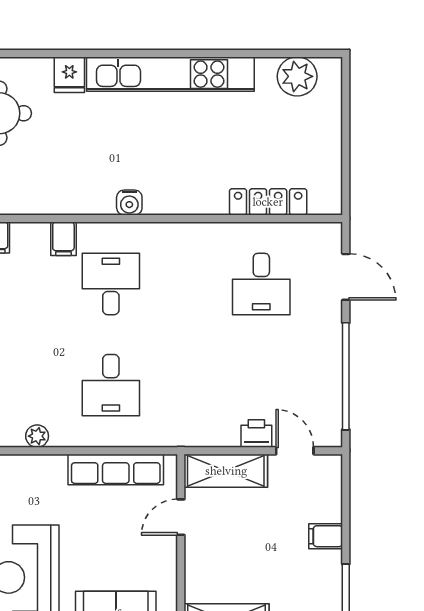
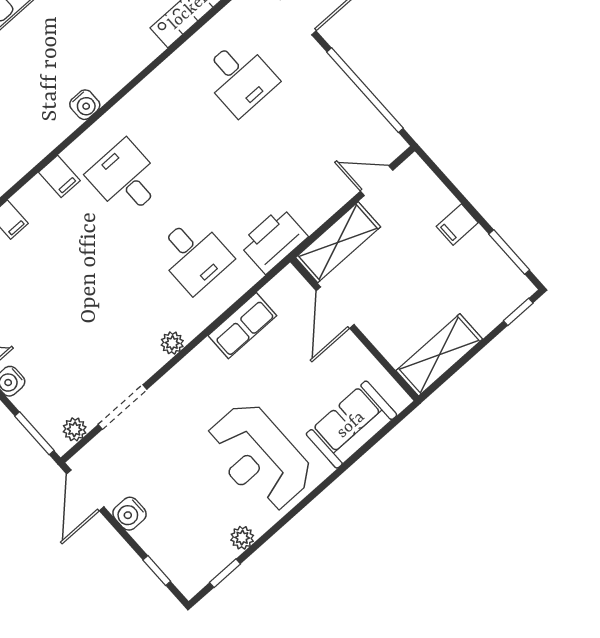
printer: (256, 434) -> (273, 240), moved, width x1.87, depth x1.48
row of seats: (116, 469) -> (242, 326), width x0.68
door: (181, 517) -> (335, 308), width x1.37

